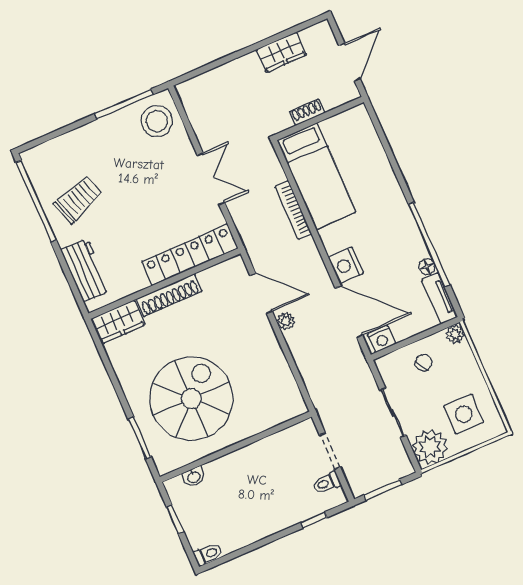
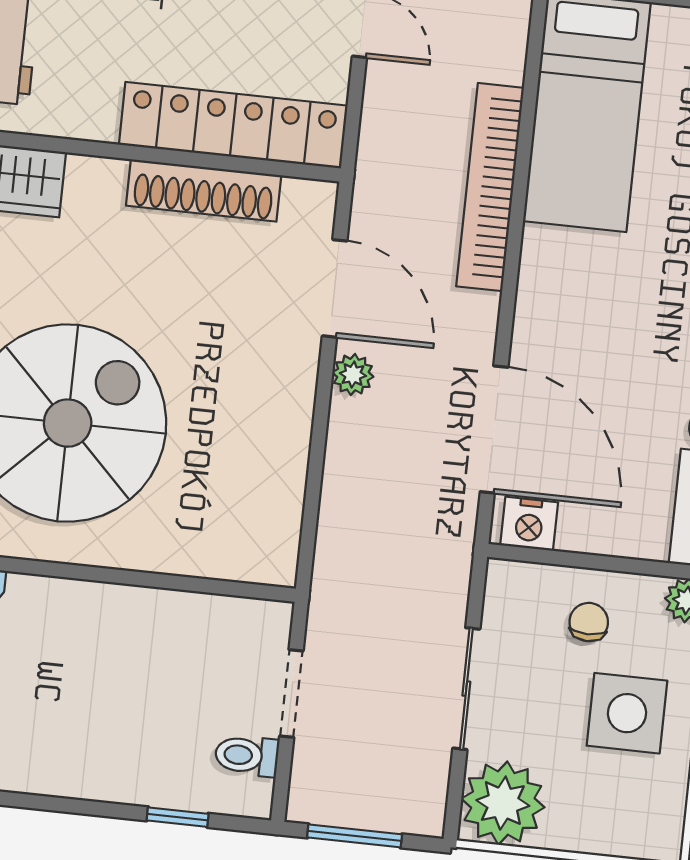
bookcase: (293, 210) -> (490, 187), width x1.48, depth x1.31
nightstand: (346, 265) -> (542, 330), removed
shoe rack: (169, 295) -> (204, 190), moved
chair: (424, 363) -> (589, 622), turned -59
side table: (464, 414) -> (627, 713), moved

